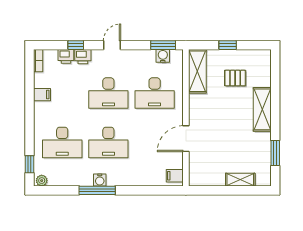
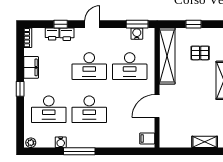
shelving: (197, 71) -> (167, 56), width x1.47
filing cabinet: (42, 95) -> (31, 67), width x2.00
window: (30, 164) -> (20, 89), moved
water cooler: (100, 180) -> (61, 142), moved

